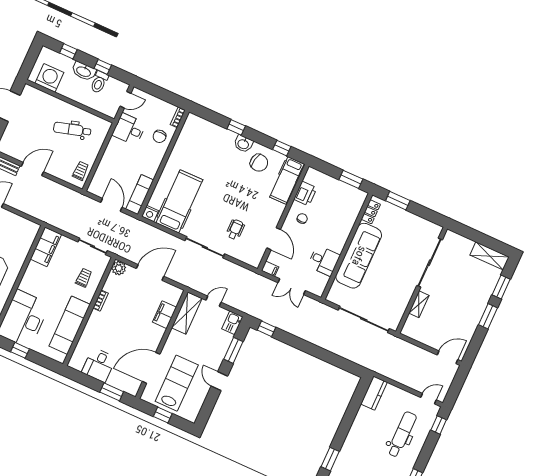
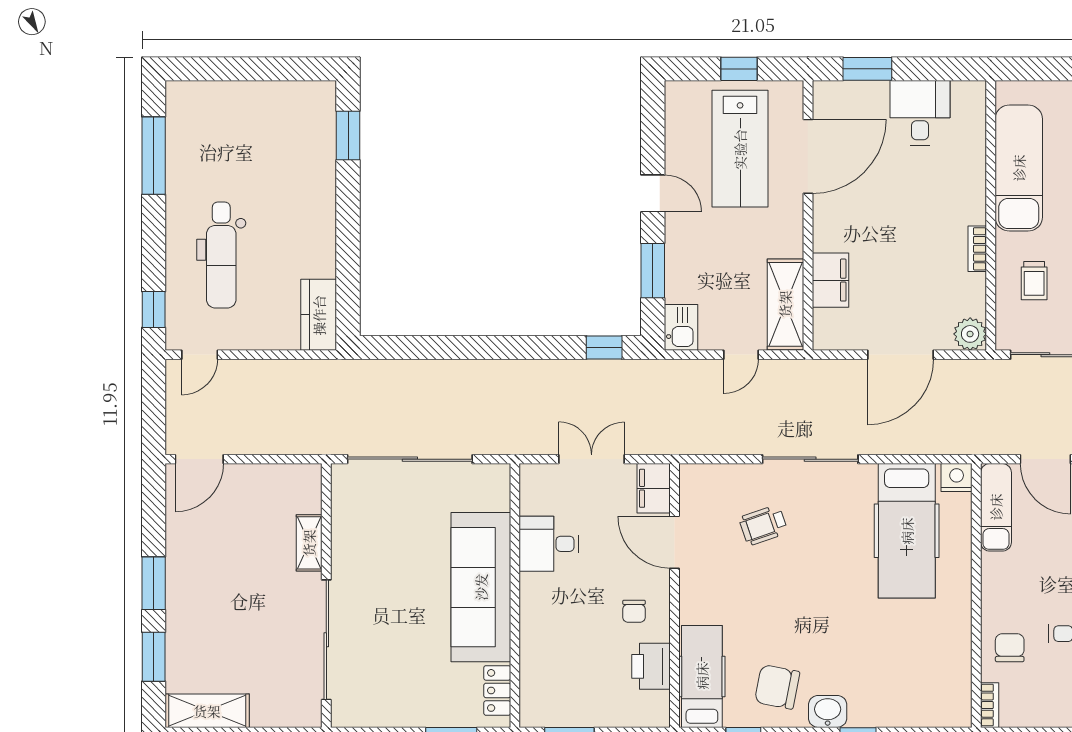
wheelchair: (235, 229) -> (763, 525), turned 71
filing cabinet: (270, 269) -> (654, 488), width x2.00

